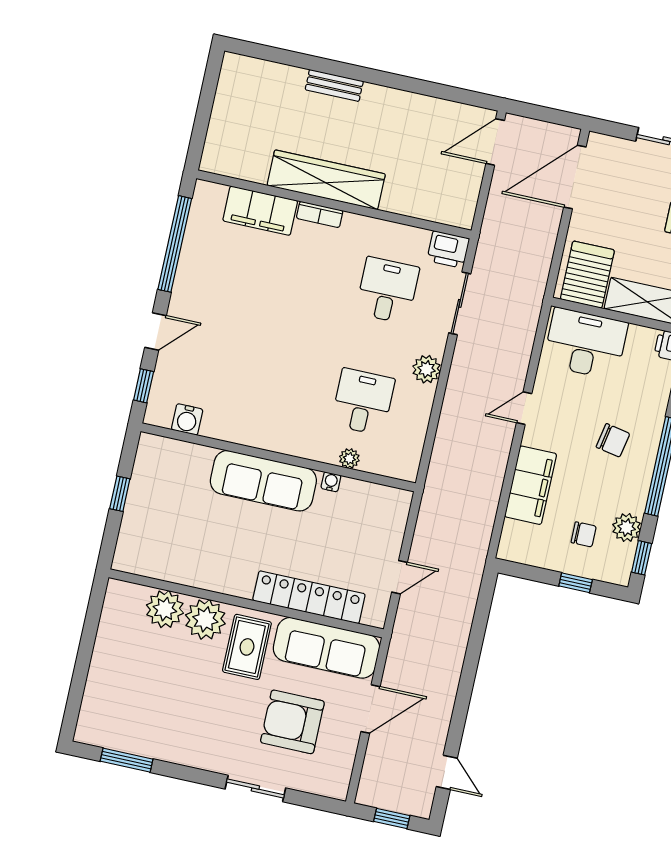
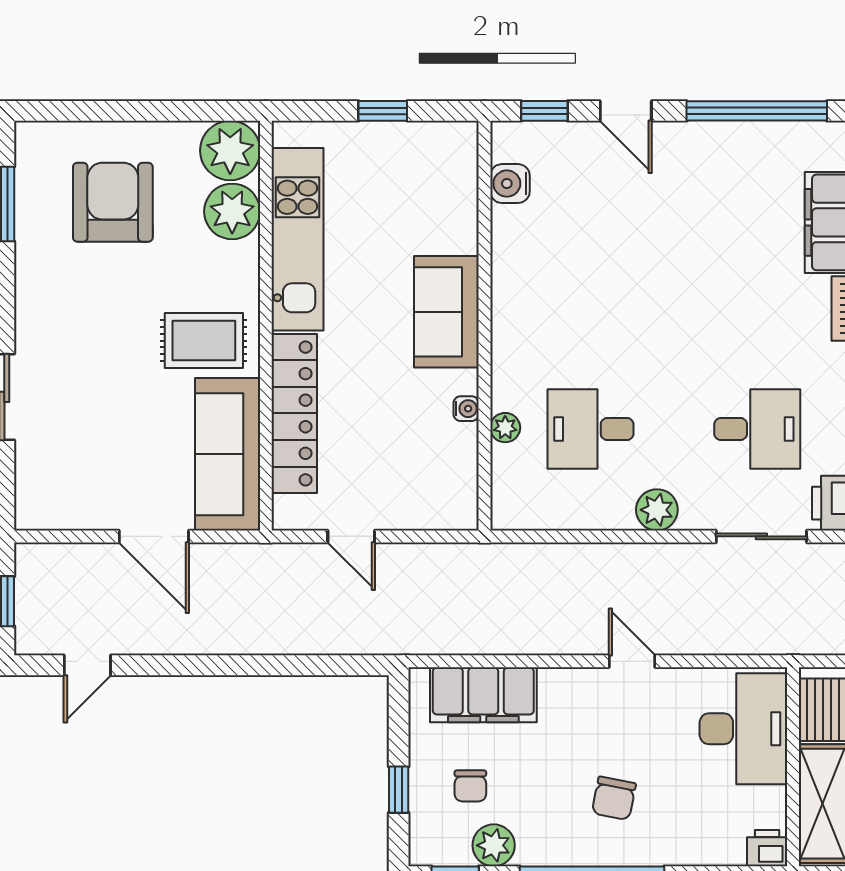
desk: (363, 402) -> (590, 429), turned 180
sofa: (263, 481) -> (446, 312), width x0.73
filing cabinet: (531, 485) -> (483, 695), moved
kitchen unit: (193, 570) -> (298, 239), added
plant: (205, 619) -> (230, 151), moved
armchair: (292, 722) -> (113, 202), moved

